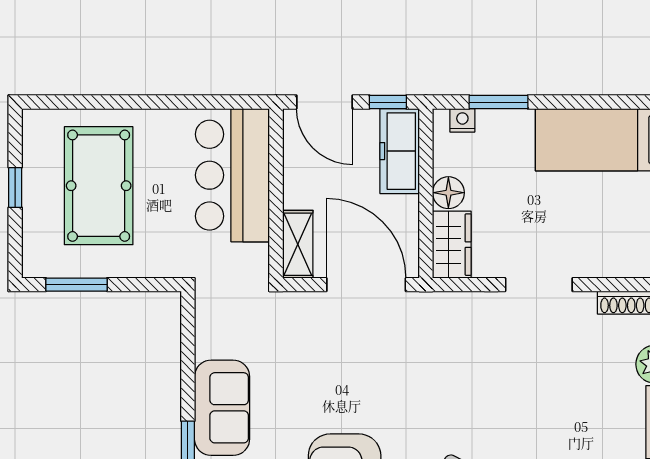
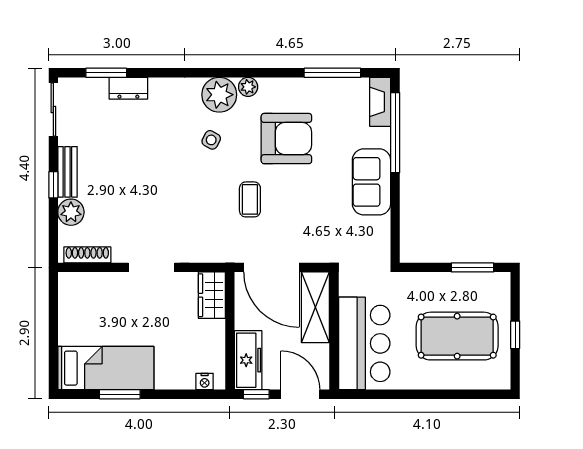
window: (498, 102) -> (120, 394), moved
pool table: (99, 186) -> (457, 336), turned 90
floor lamp: (448, 193) -> (214, 331), removed
shelving: (298, 244) -> (315, 307), width x1.50, depth x1.33
coffee table: (397, 382) -> (250, 199), added

